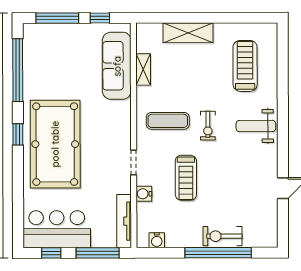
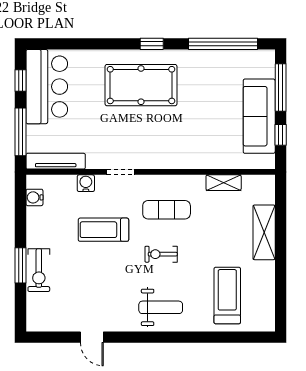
sofa: (117, 66) -> (259, 116), moved, turned -90
treadmill: (245, 66) -> (227, 295), turned -90
exercise mat: (168, 121) -> (167, 210), turned 90
weight bench: (256, 126) -> (161, 307), turned 90
pool table: (55, 144) -> (141, 85), width x0.73, depth x0.76
exercise bike: (222, 236) -> (39, 270), turned 180
window: (218, 253) -> (21, 265), width x0.47

